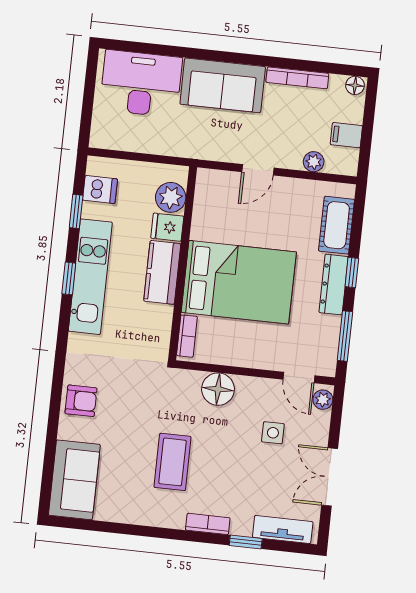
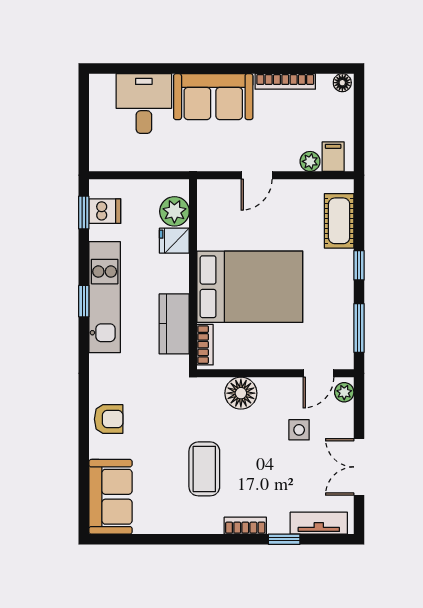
desk: (141, 84) -> (144, 104), width x0.73
filing cabinet: (346, 135) -> (333, 157), moved, turned 90
window: (76, 211) -> (84, 213), moved
kitchen counter: (162, 272) -> (174, 324), moved
dresser: (334, 285) -> (343, 279), removed
door: (299, 378) -> (318, 373), hinge flipped

